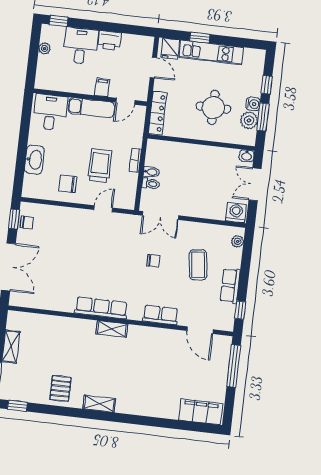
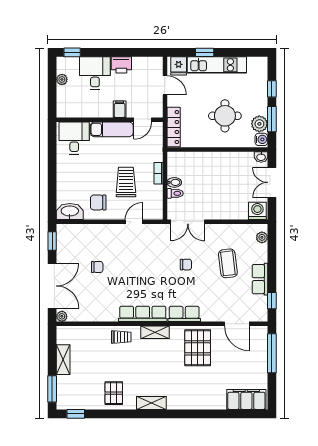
water cooler: (253, 104) -> (261, 139), moved
washbasin: (34, 160) -> (70, 211), moved, turned -90
chair: (27, 222) -> (97, 267), moved
plant: (15, 300) -> (62, 316), added
row of seats: (160, 315) -> (184, 314), moved
trolley: (75, 330) -> (121, 337), added
pallet: (155, 351) -> (198, 348), added

